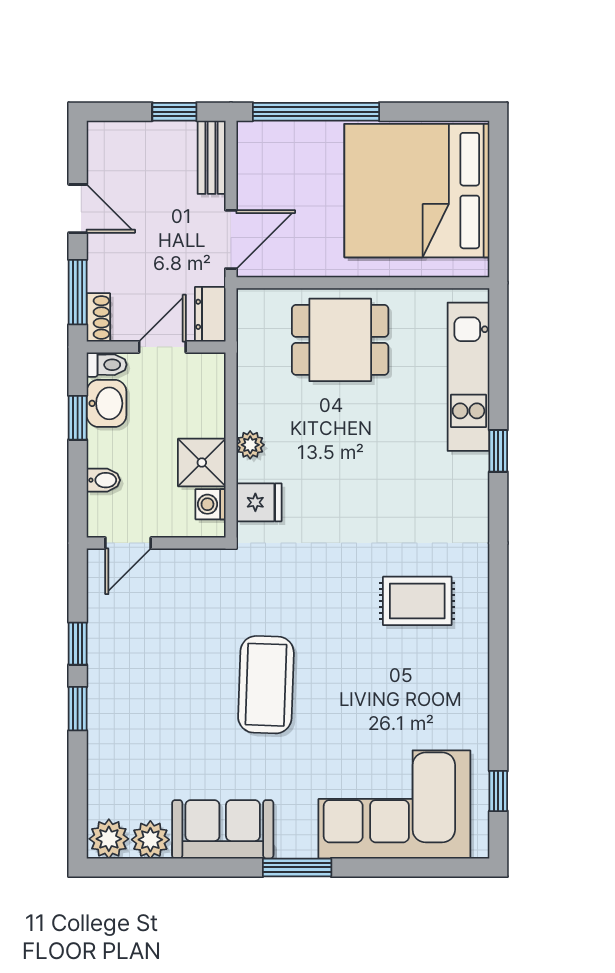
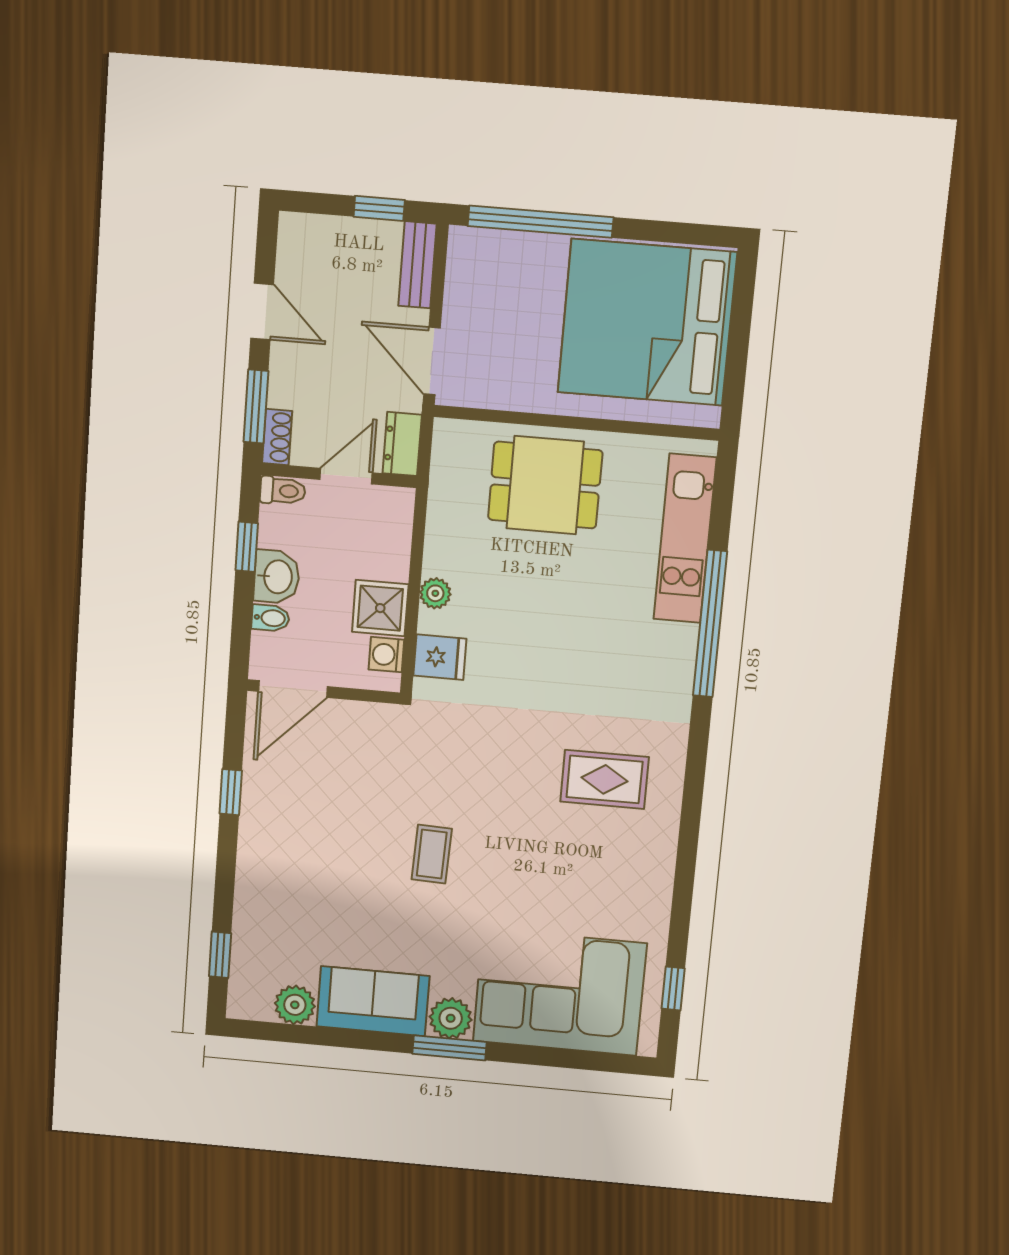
door: (231, 239) -> (432, 361), swing flipped
washbasin: (106, 403) -> (277, 577), moved
window: (498, 451) -> (710, 624), width x3.17
door: (128, 543) -> (293, 689), width x1.38
coffee table: (266, 685) -> (432, 854), width x0.54, depth x0.58
window: (78, 709) -> (220, 955), moved
plant: (109, 839) -> (451, 1018), moved

